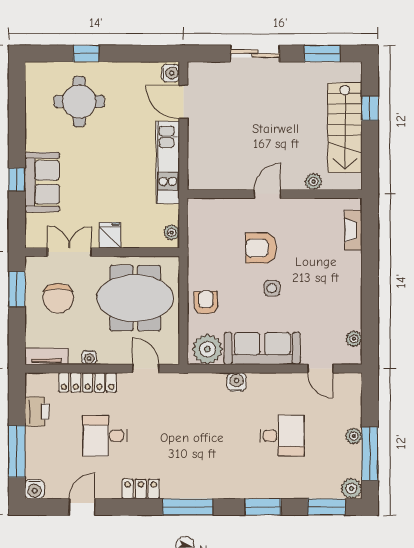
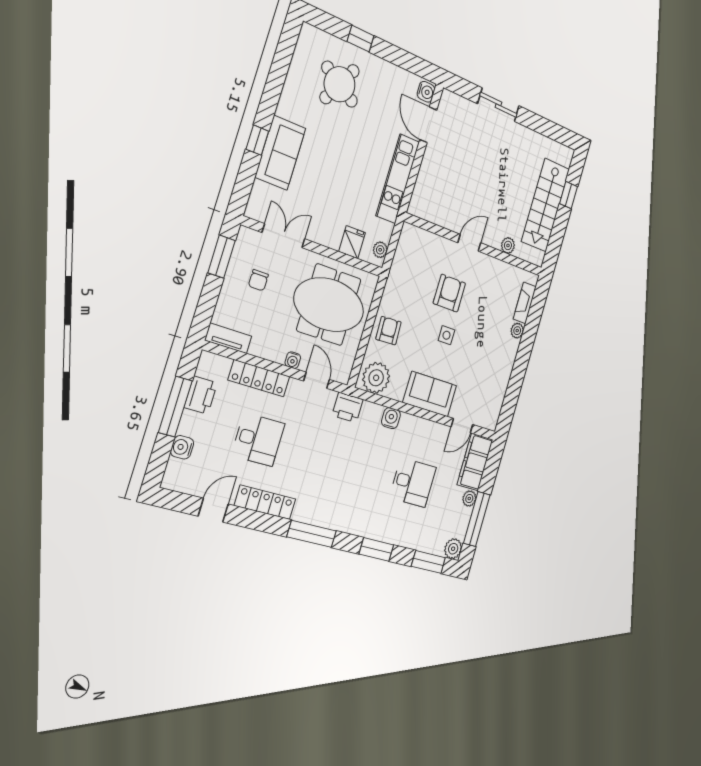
window: (322, 54) -> (549, 129), removed
round table: (79, 101) -> (340, 84), turned 30
fridge: (110, 235) -> (352, 242), moved
armchair: (261, 248) -> (449, 293), turned 90
chair: (58, 298) -> (258, 280), width x0.54, depth x0.54
plant: (354, 339) -> (517, 331), moved
sofa: (262, 348) -> (430, 394), width x0.73
water cooler: (89, 357) -> (293, 360), moved
door: (320, 369) -> (462, 426), hinge flipped
printer: (186, 384) -> (348, 407), added
filing cabinet: (348, 399) -> (475, 462), added
desk: (105, 436) -> (258, 439), turned 180
window: (17, 451) -> (175, 407), moved
water cooler: (35, 489) -> (182, 447), moved, turned 90
locker: (141, 489) -> (265, 502), width x1.53

